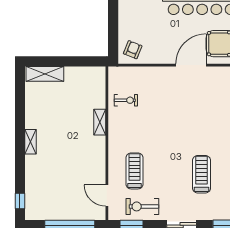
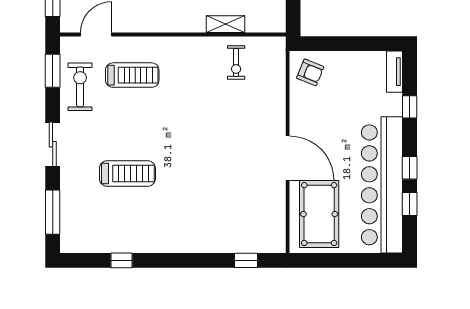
shelving: (100, 122) -> (226, 24), moved

